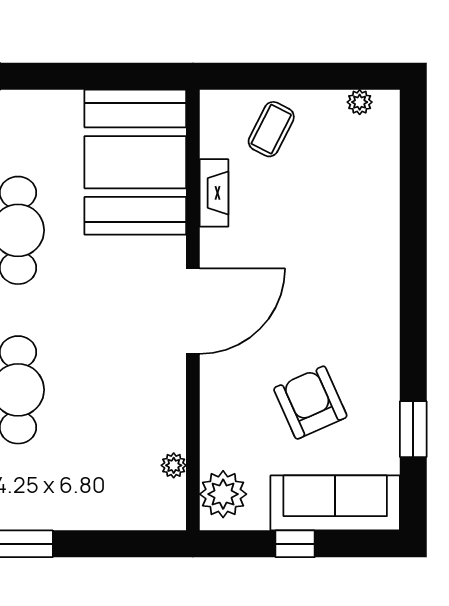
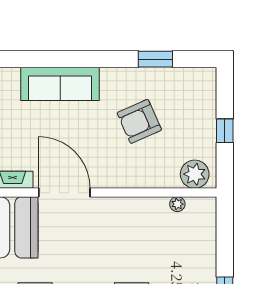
door: (193, 311) -> (64, 193), moved
sofa: (335, 503) -> (60, 84), moved, turned -90

